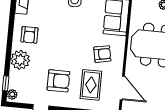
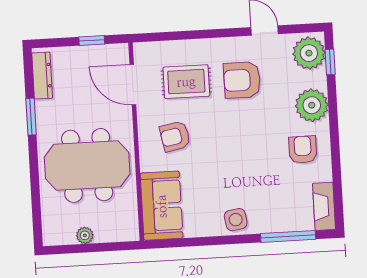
rug: (91, 85) -> (186, 82), turned 90
plant: (12, 94) -> (309, 53), width x1.88, depth x1.88

